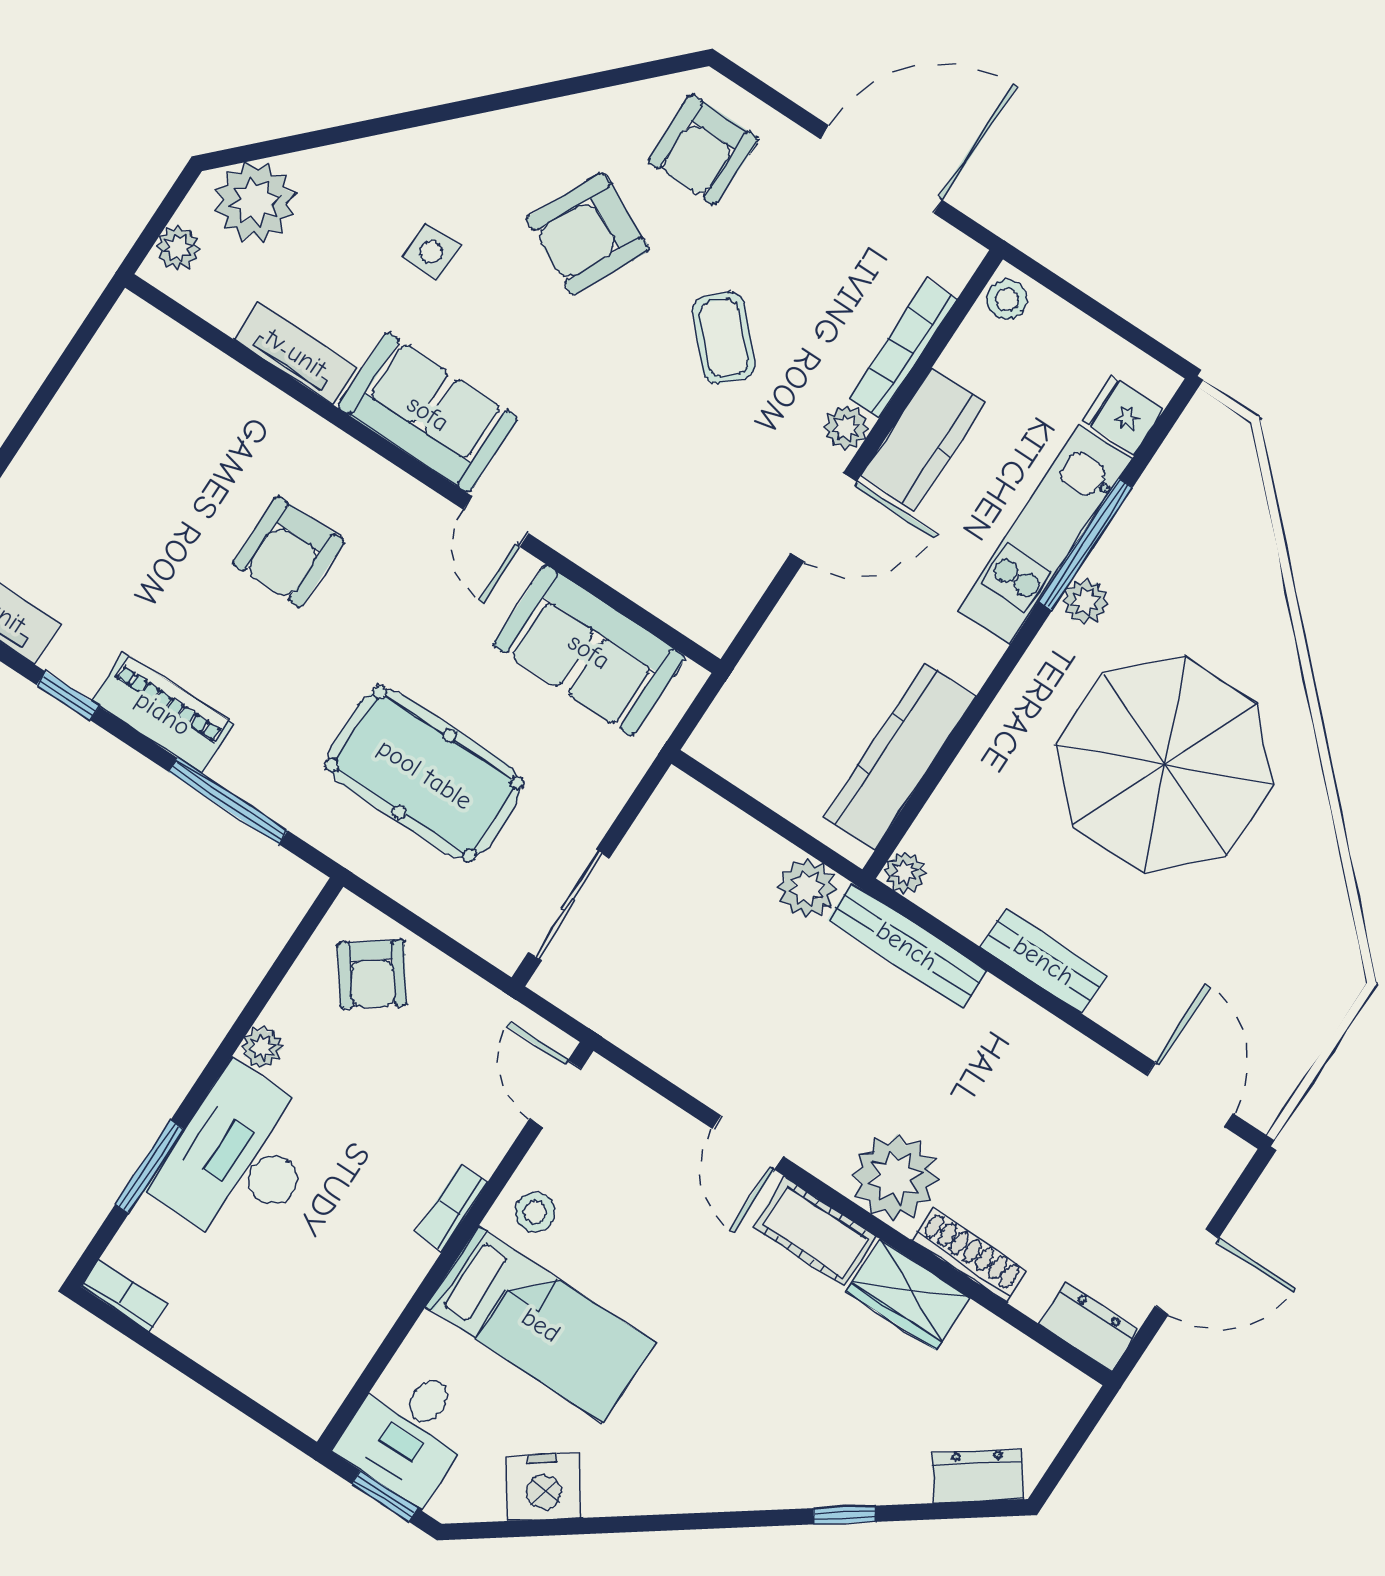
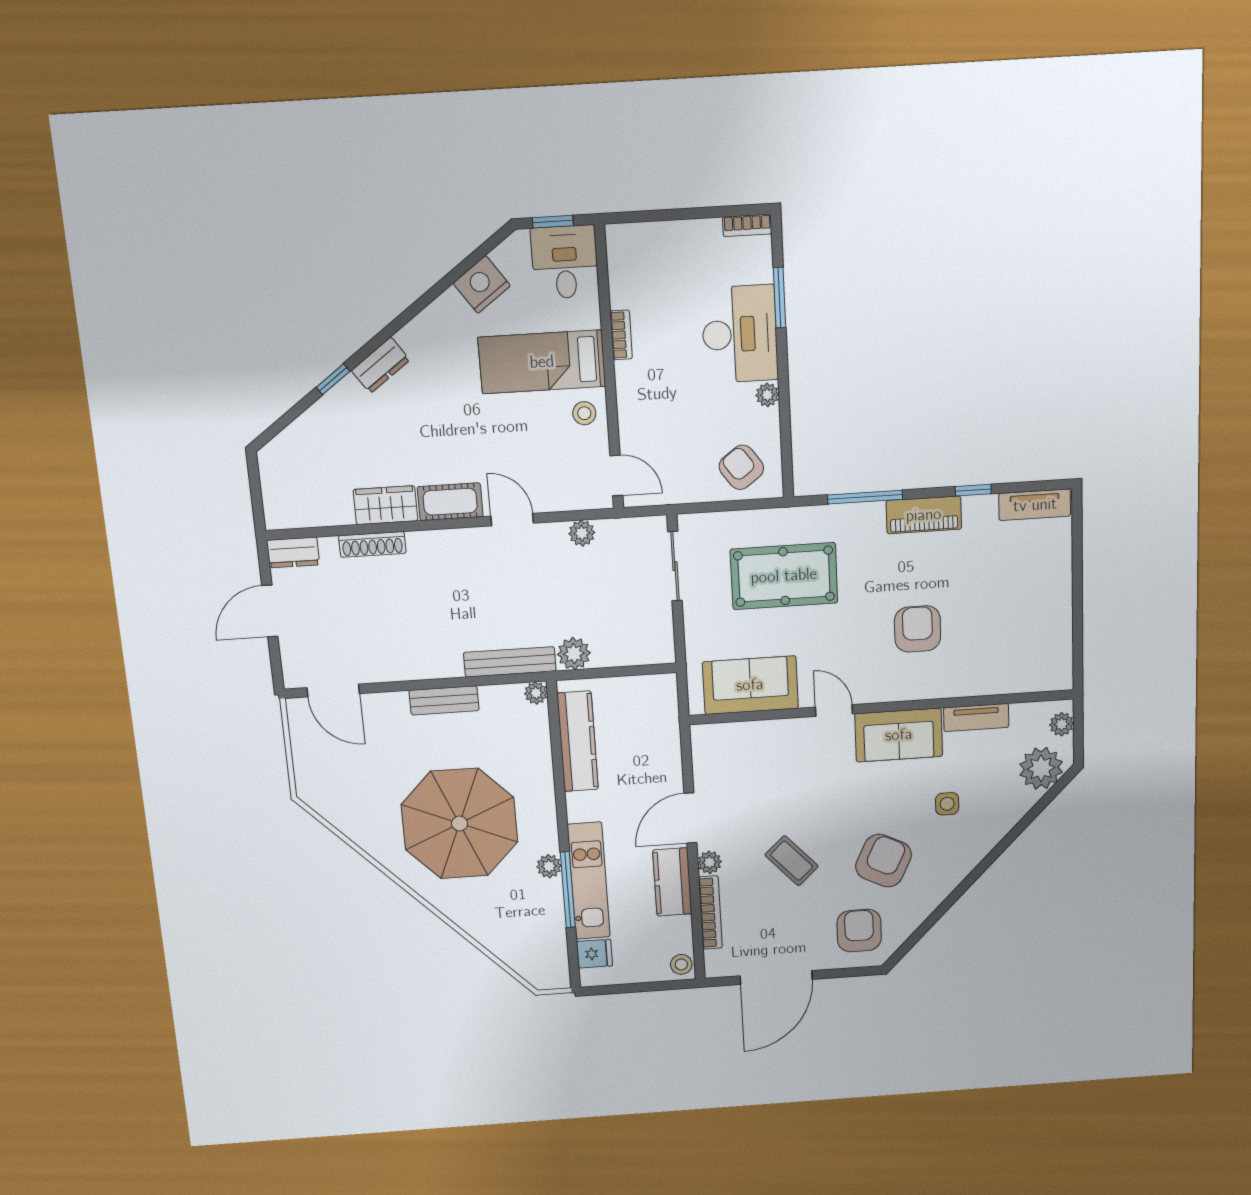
plant: (895, 1177) -> (582, 533), moved, width x0.53, depth x0.53
bookcase: (451, 1208) -> (621, 335), moved
dresser: (978, 1476) -> (381, 365), moved

